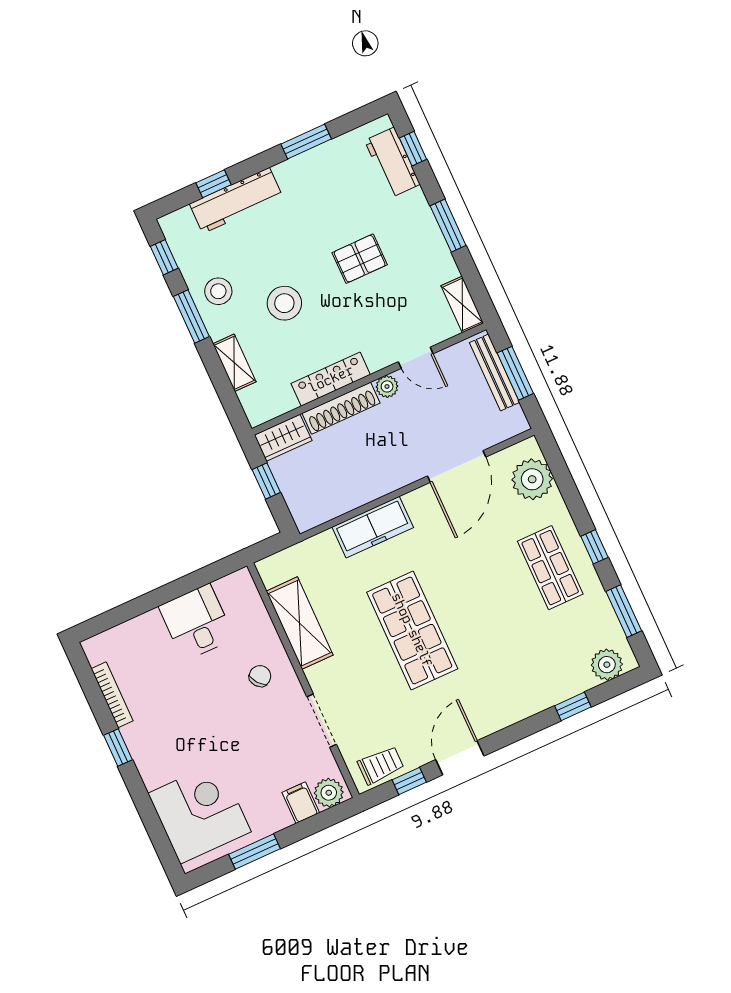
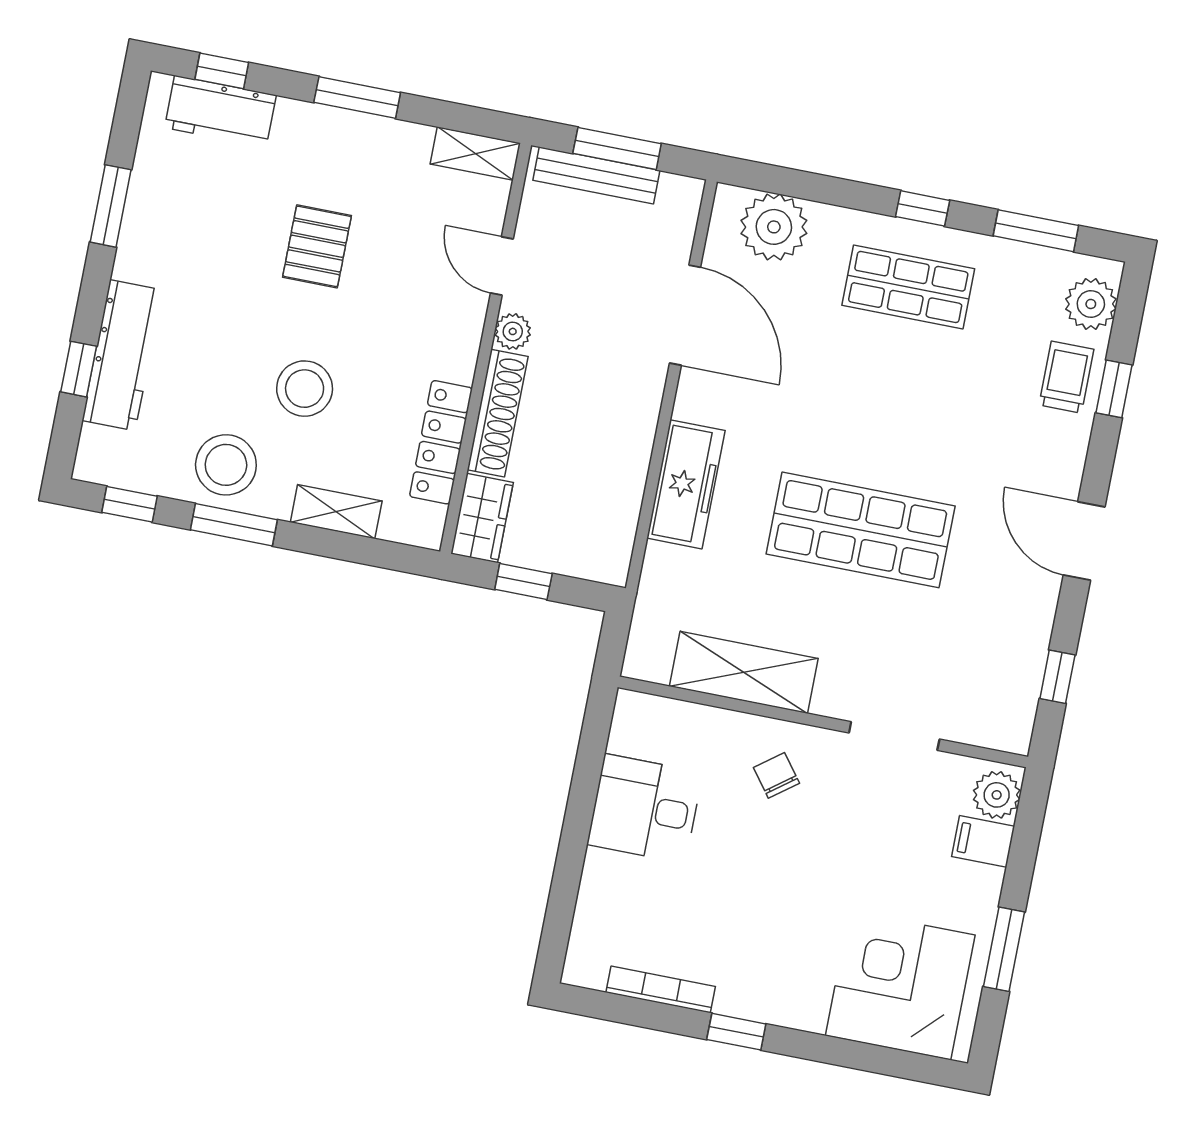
stool: (218, 291) -> (226, 465), width x1.38, depth x1.38
door: (416, 358) -> (502, 266), swing flipped
locker: (331, 379) -> (441, 442), moved
door: (460, 758) -> (1084, 541), moved
trolley: (381, 765) -> (1066, 377), moved

